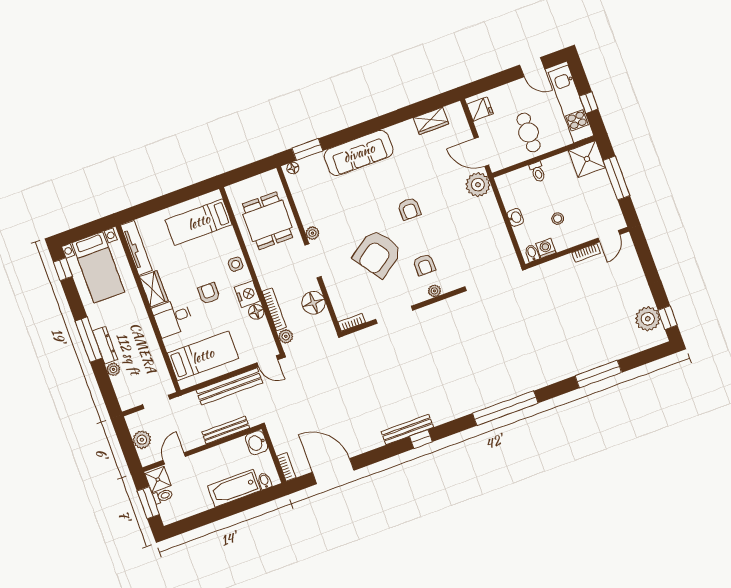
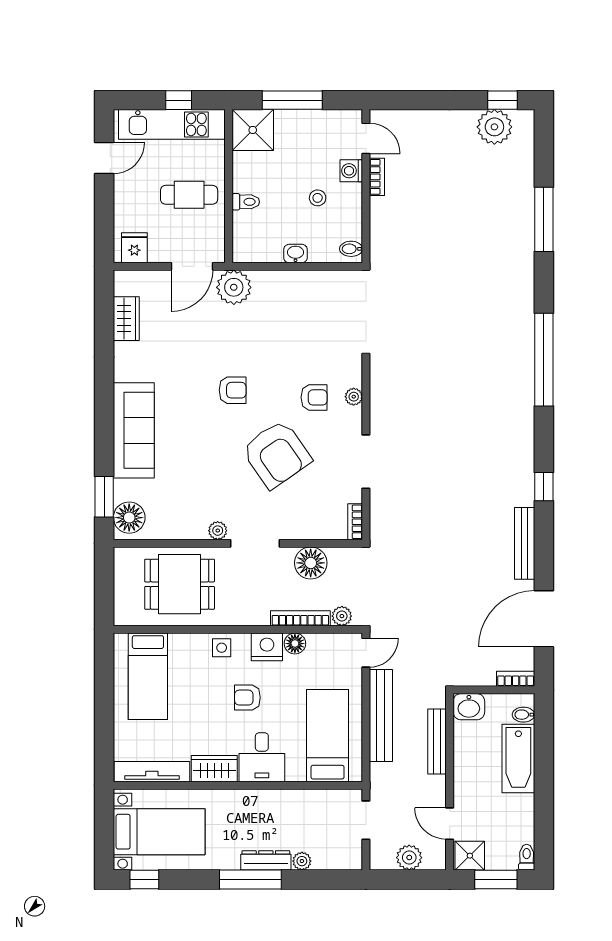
floor lamp: (293, 168) -> (129, 518), width x1.89, depth x1.89
washing machine: (546, 248) -> (351, 171), moved
bench: (407, 429) -> (525, 543), moved
toilet: (163, 496) -> (527, 857), moved

